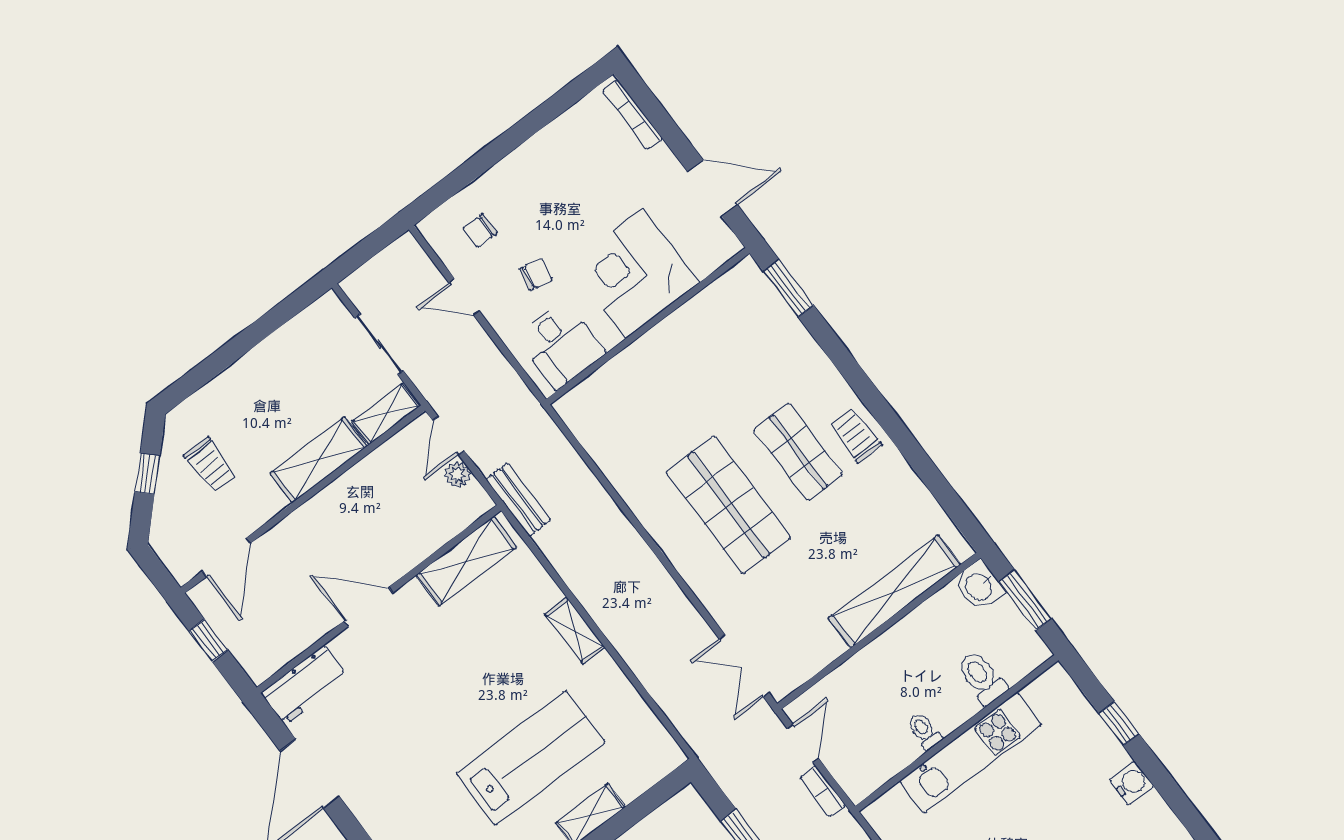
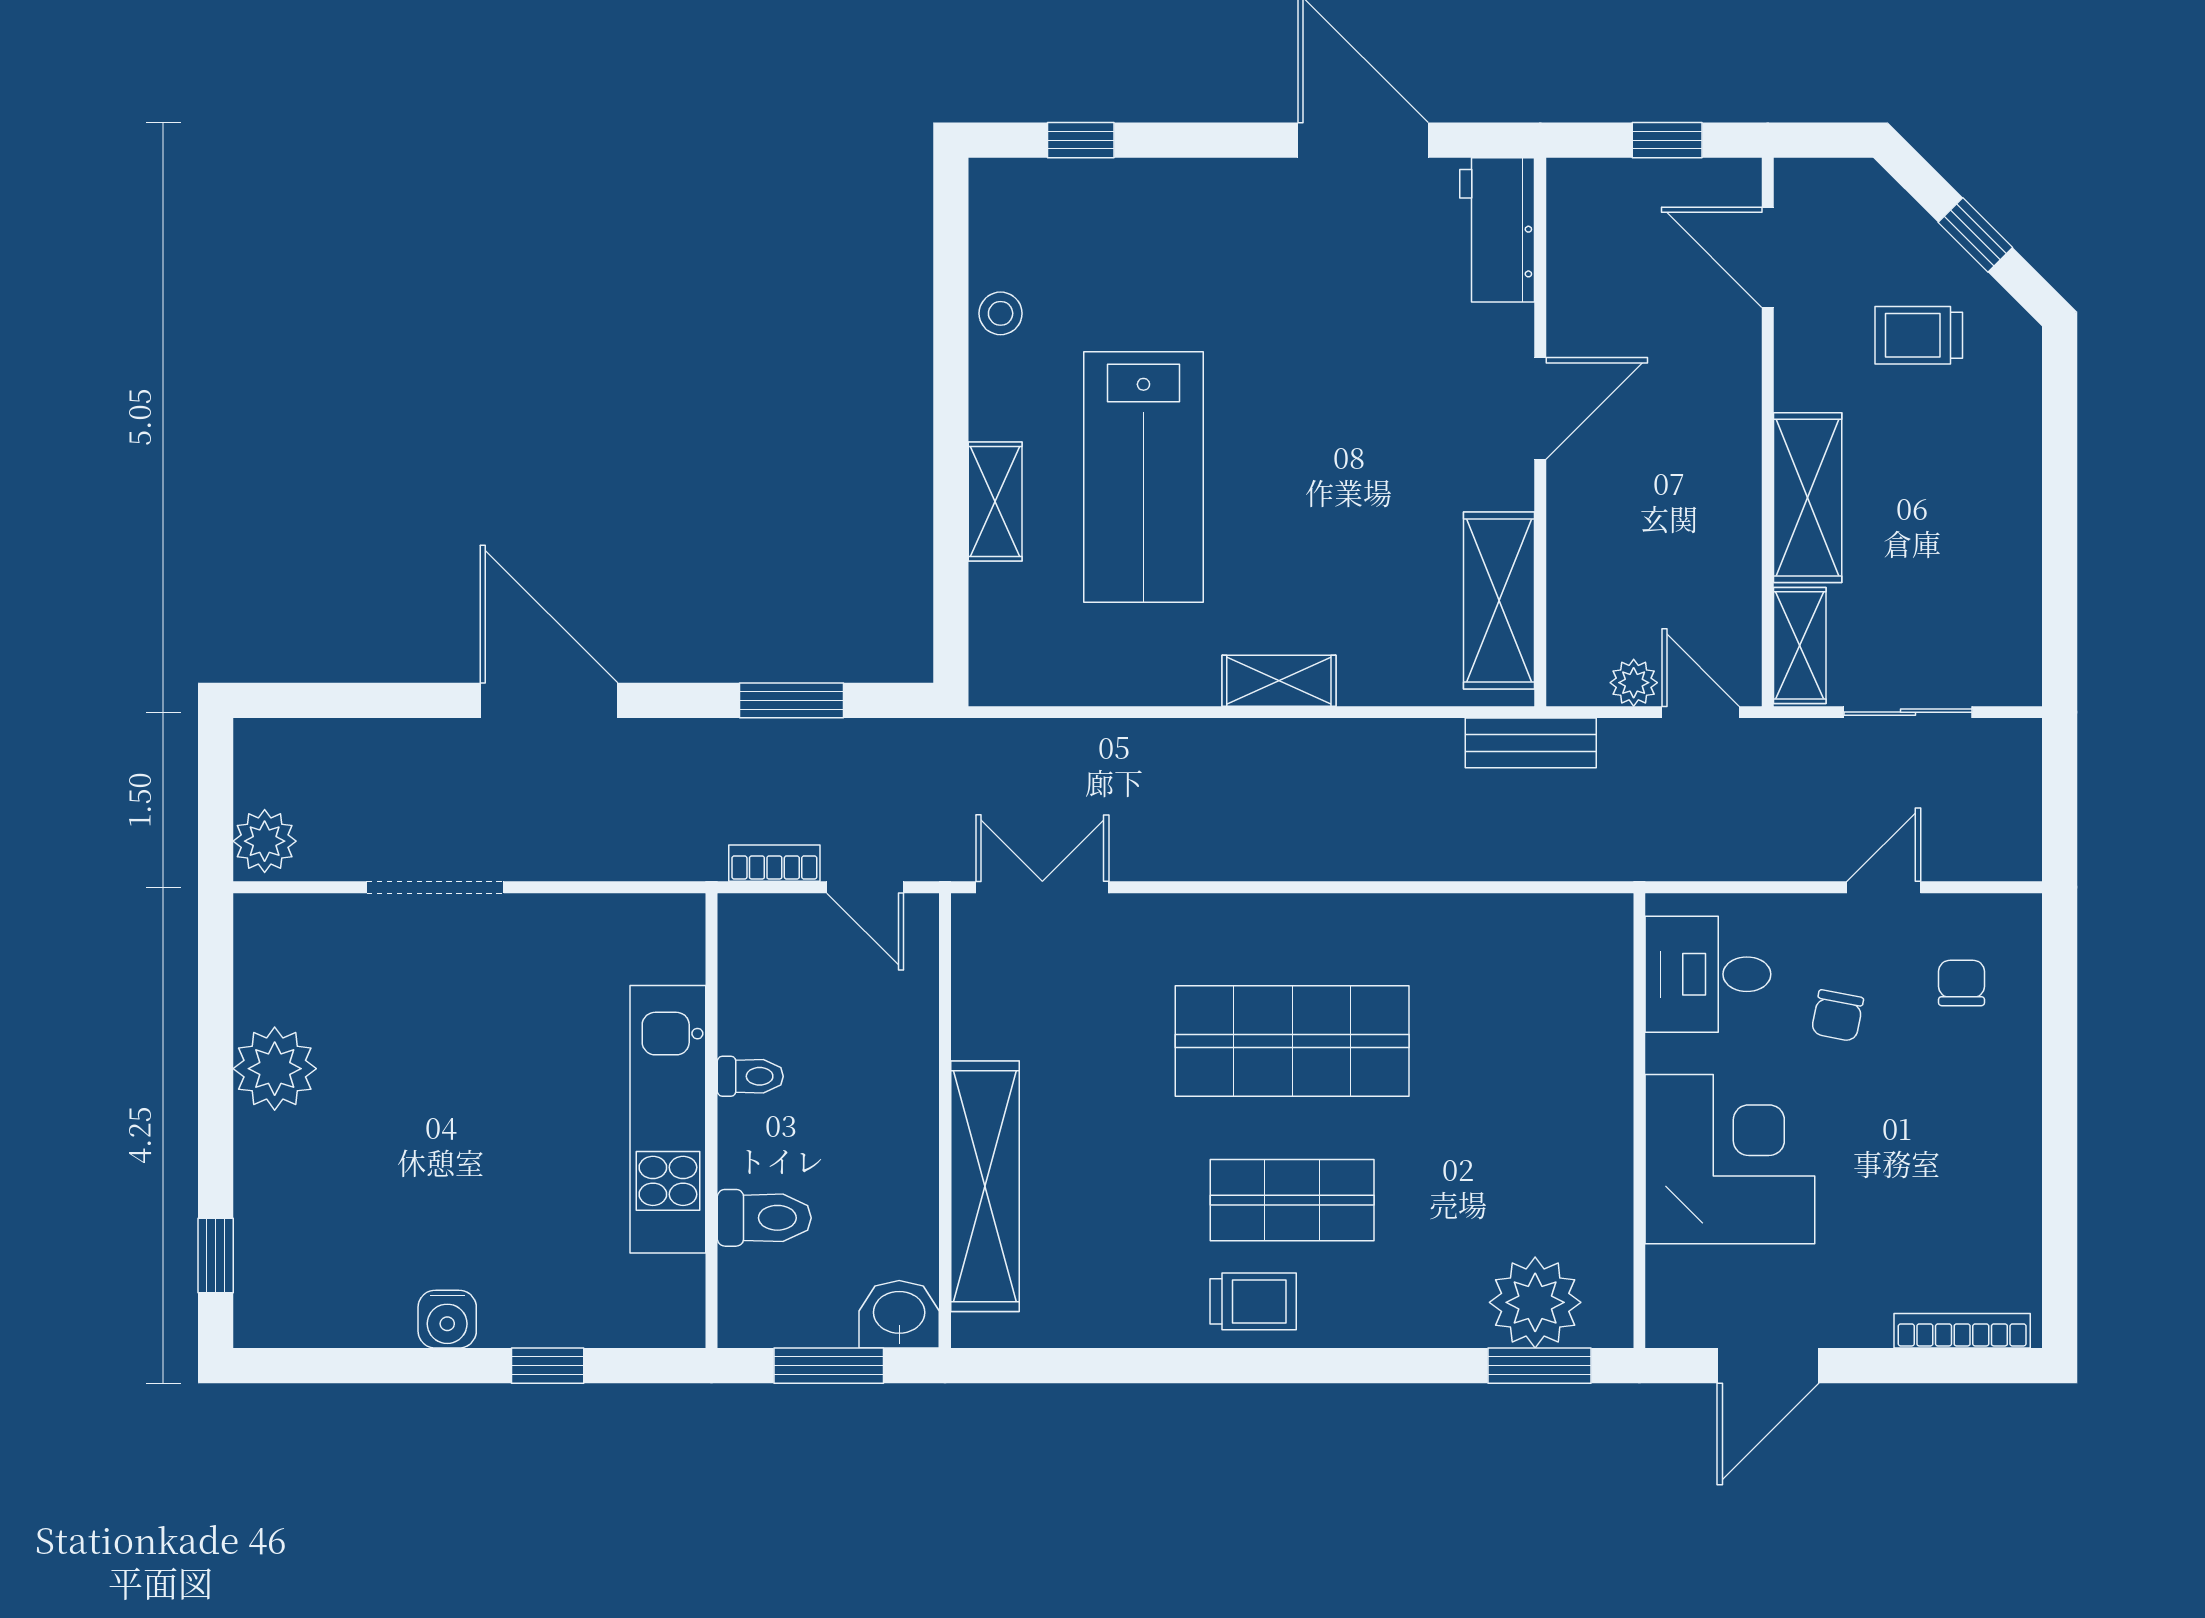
plant: (762, 311) -> (1535, 1302), added

